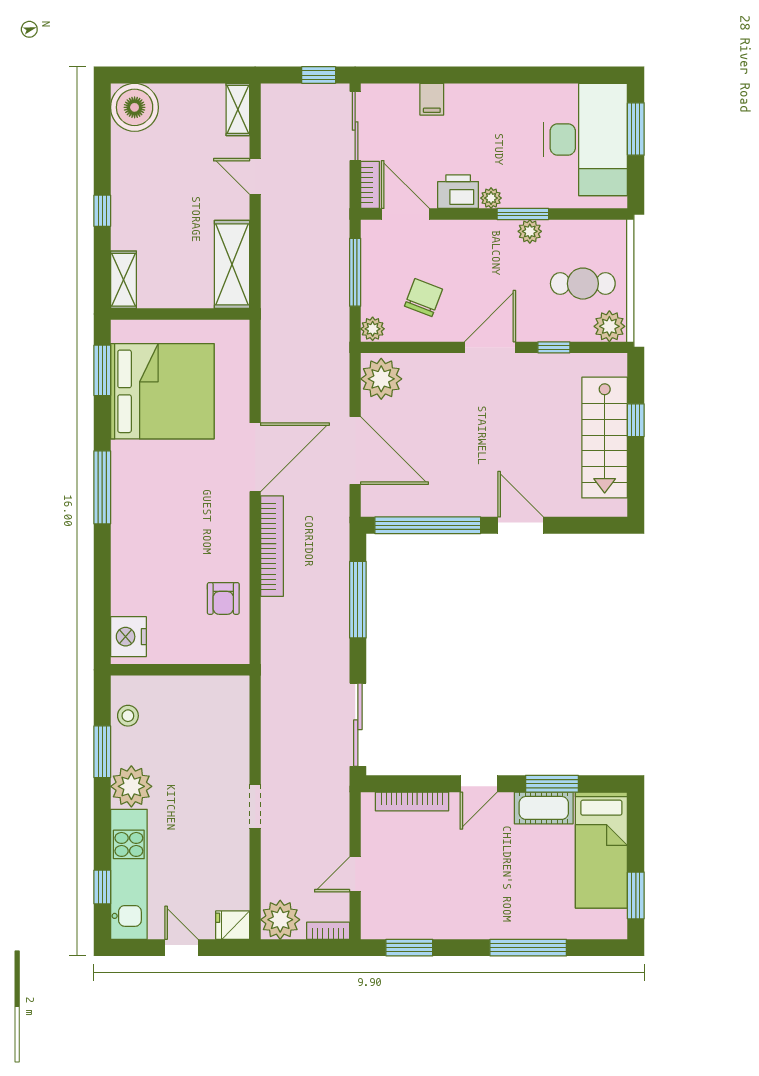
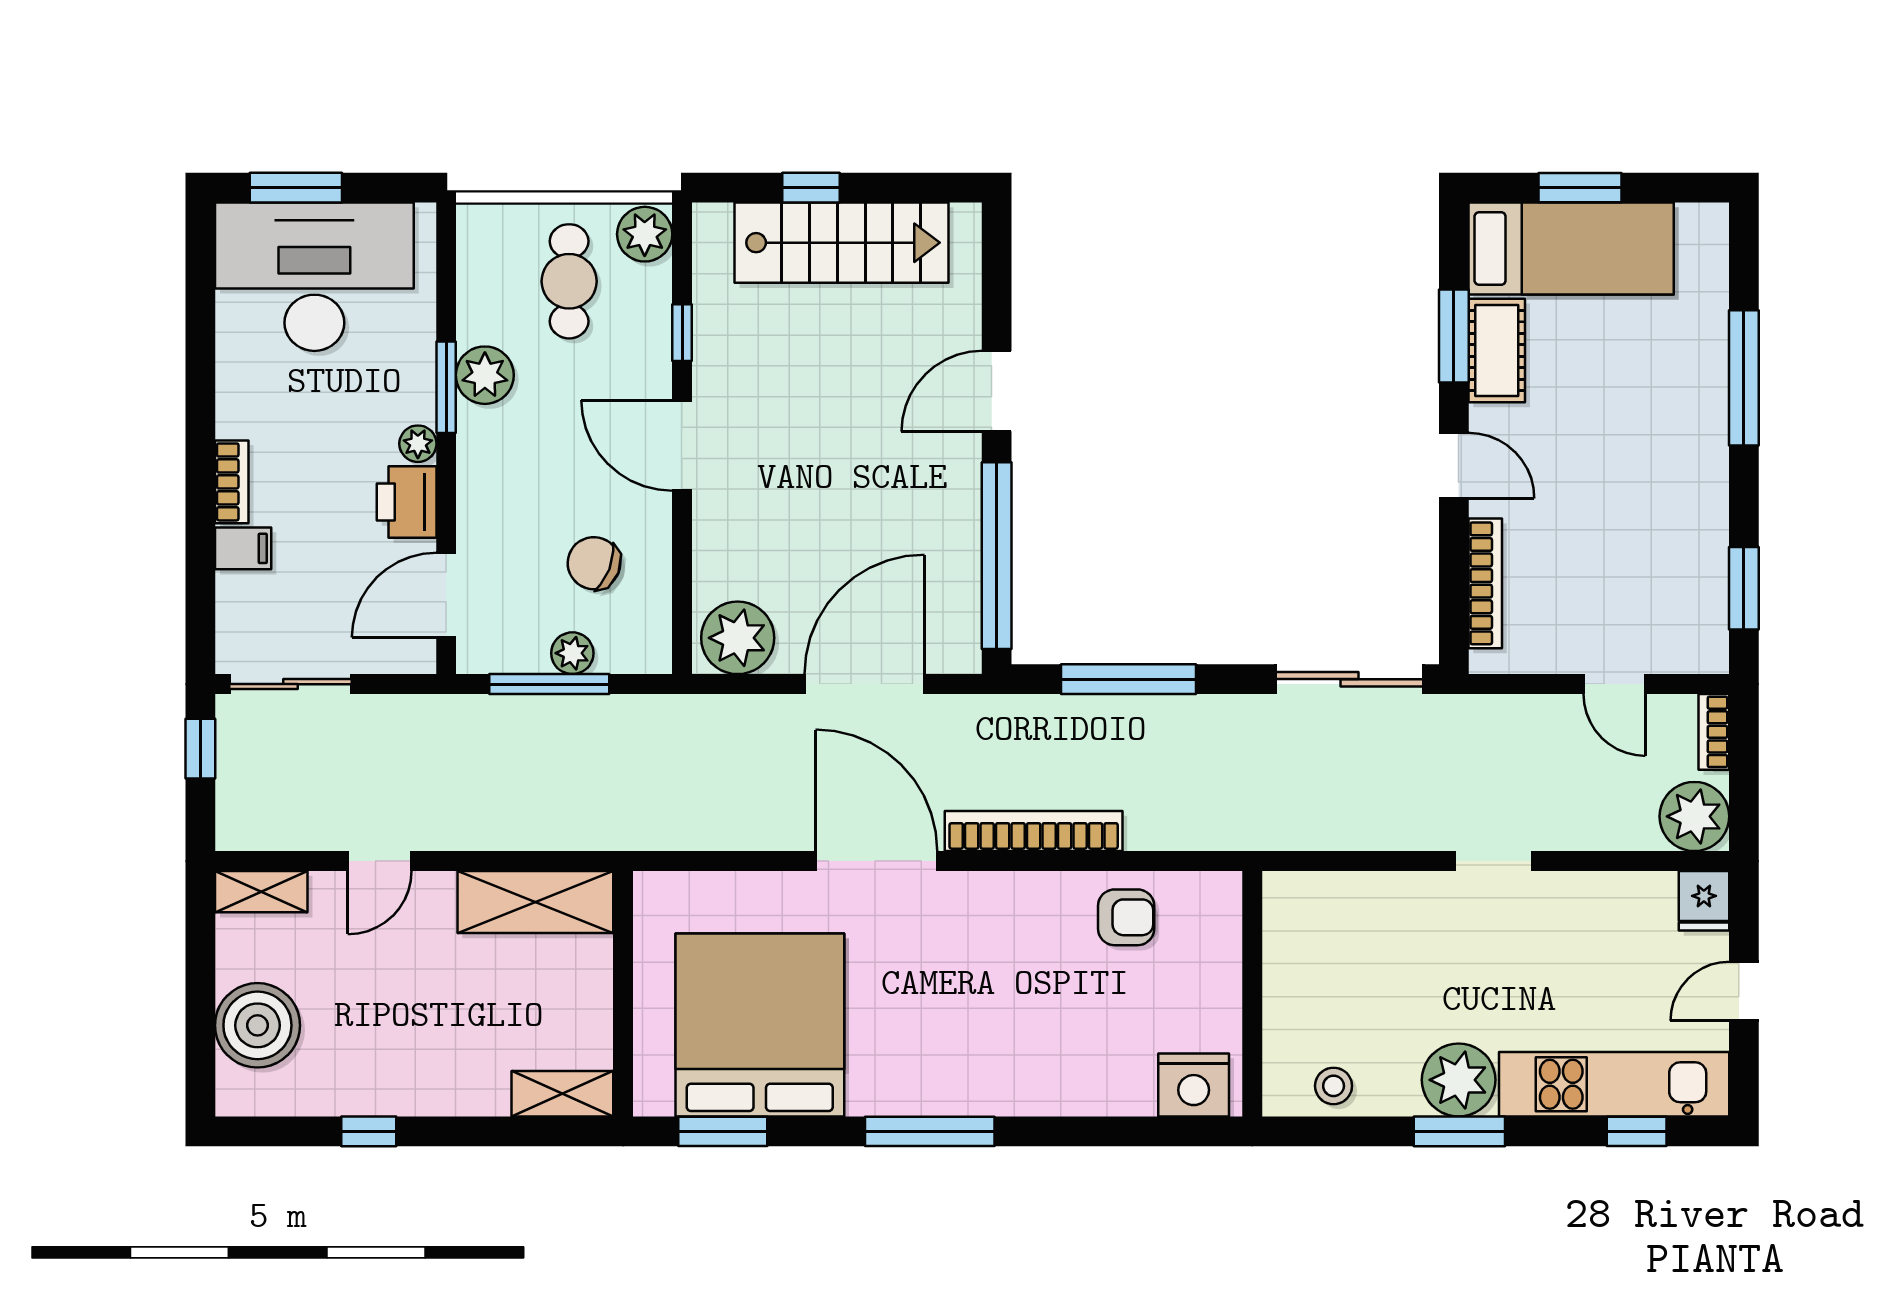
boiler: (135, 107) -> (257, 1025), moved
bookcase: (370, 185) -> (232, 482), moved, turned 90
window: (102, 211) -> (369, 1131), moved
plant: (530, 231) -> (485, 375), width x1.38, depth x1.38
plant: (373, 329) -> (572, 653), moved
window: (102, 752) -> (1459, 1131), moved
window: (636, 895) -> (1580, 188), moved

